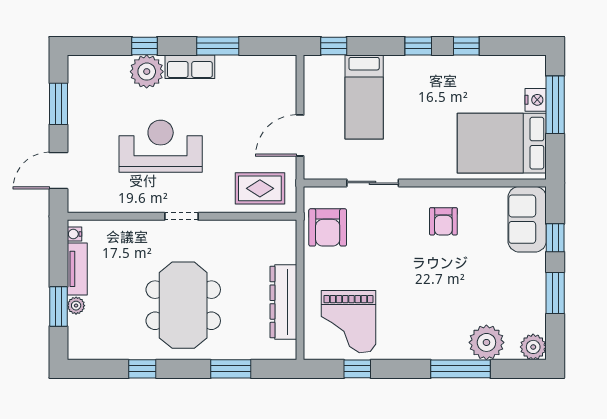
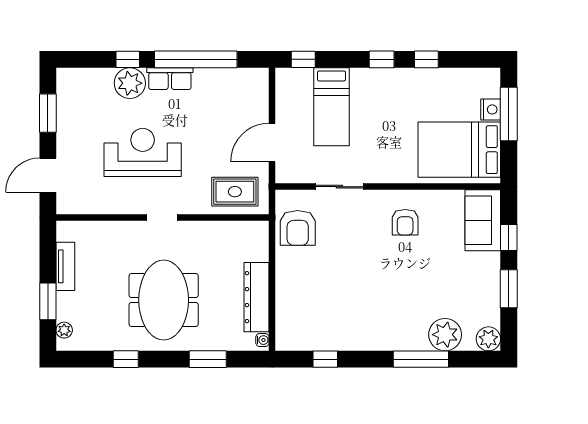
window: (218, 46) -> (196, 59), width x2.11
water cooler: (74, 234) -> (262, 340), moved, turned 180
plant: (76, 306) -> (64, 330), moved
grand piano: (348, 322) -> (317, 315), removed

